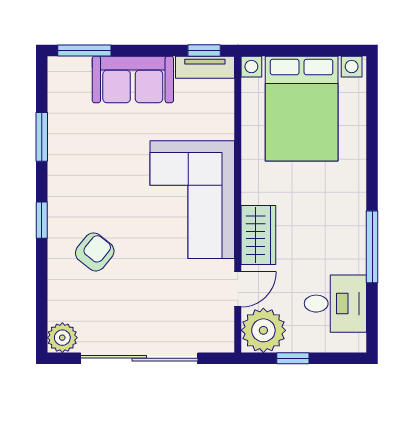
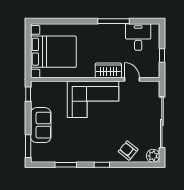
tv unit: (205, 67) -> (35, 94), removed
armchair: (95, 252) -> (128, 150), moved
plant: (263, 330) -> (150, 68), removed

